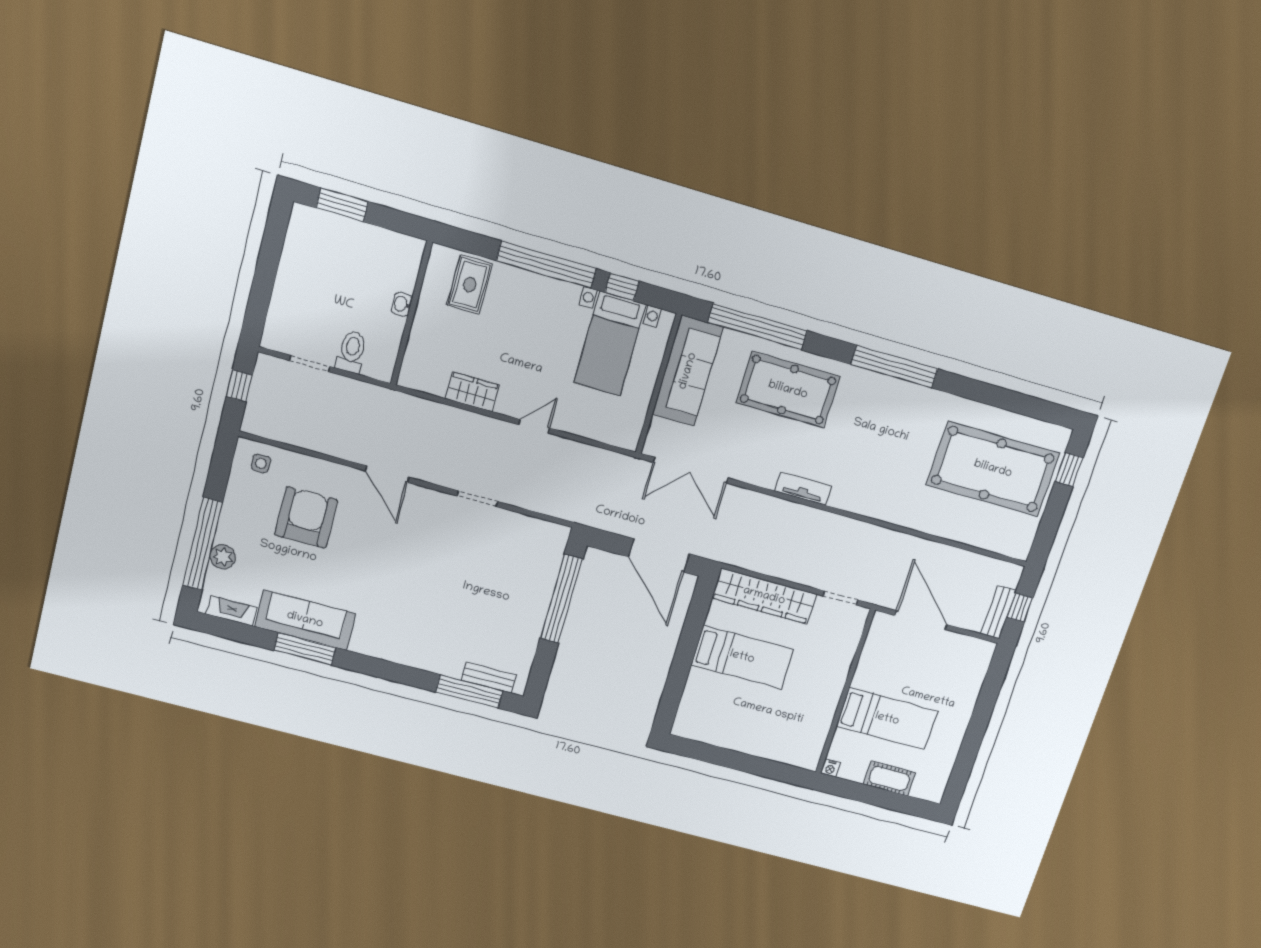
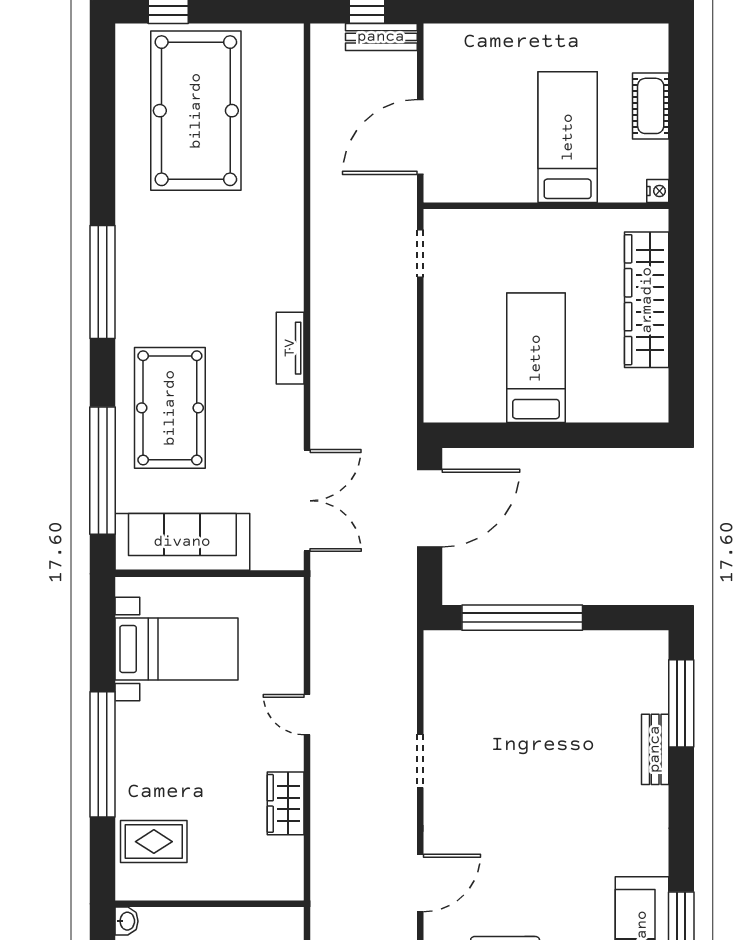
window: (622, 287) -> (103, 654), removed
washbasin: (402, 304) -> (127, 921), moved, turned -90
wardrobe: (764, 596) -> (647, 300), moved, turned 180
bench: (489, 678) -> (655, 749), moved

